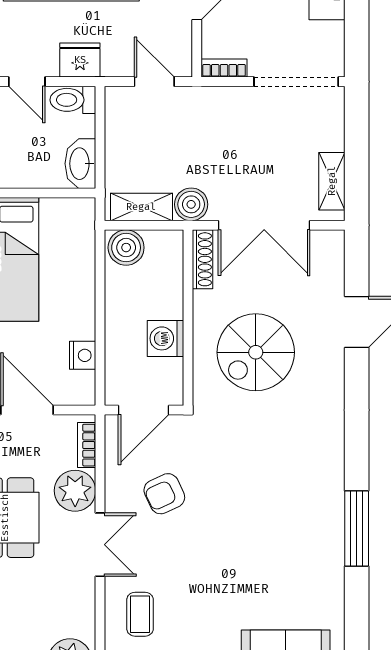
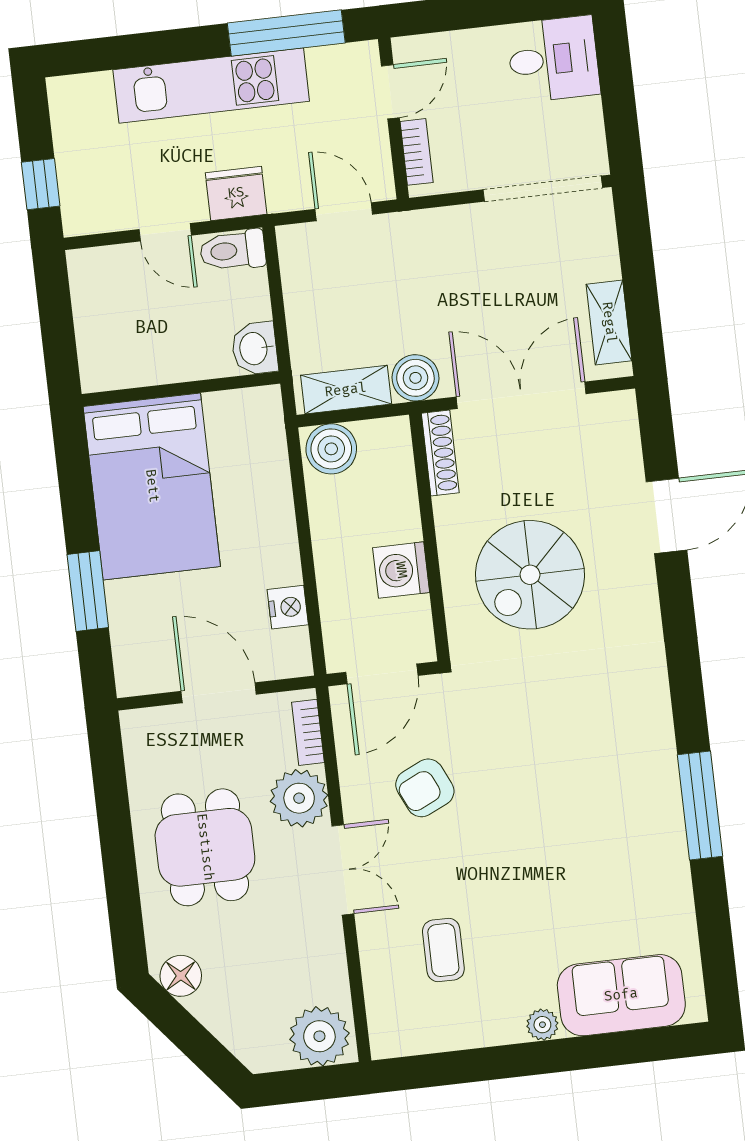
bookcase: (224, 68) -> (417, 152), moved, turned 90
washbasin: (80, 164) -> (255, 348), width x0.72
double door: (264, 225) -> (521, 395), swing flipped
coffee table: (140, 614) -> (443, 950), moved

